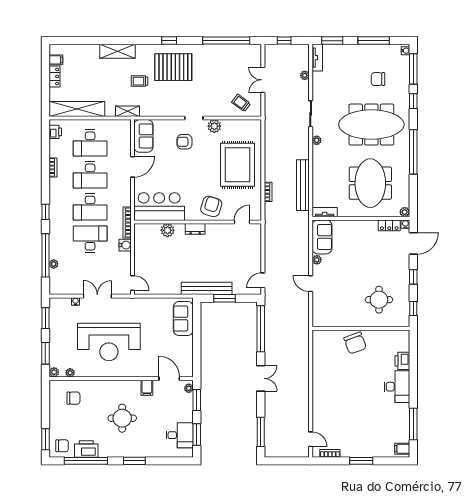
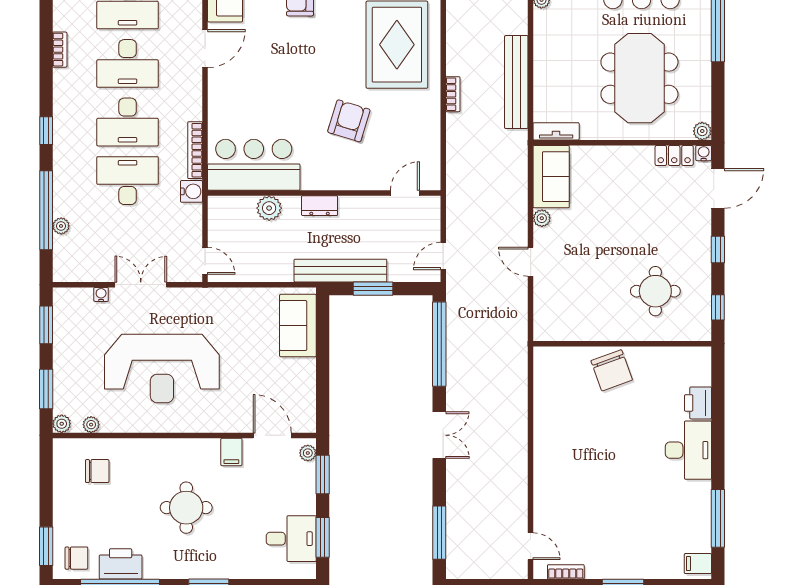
bar counter: (159, 207) -> (254, 165), moved
wall: (198, 222) -> (324, 193), moved
door: (242, 222) -> (405, 193), moved
dresser: (195, 229) -> (320, 206), moved
plant: (168, 230) -> (269, 208), moved

